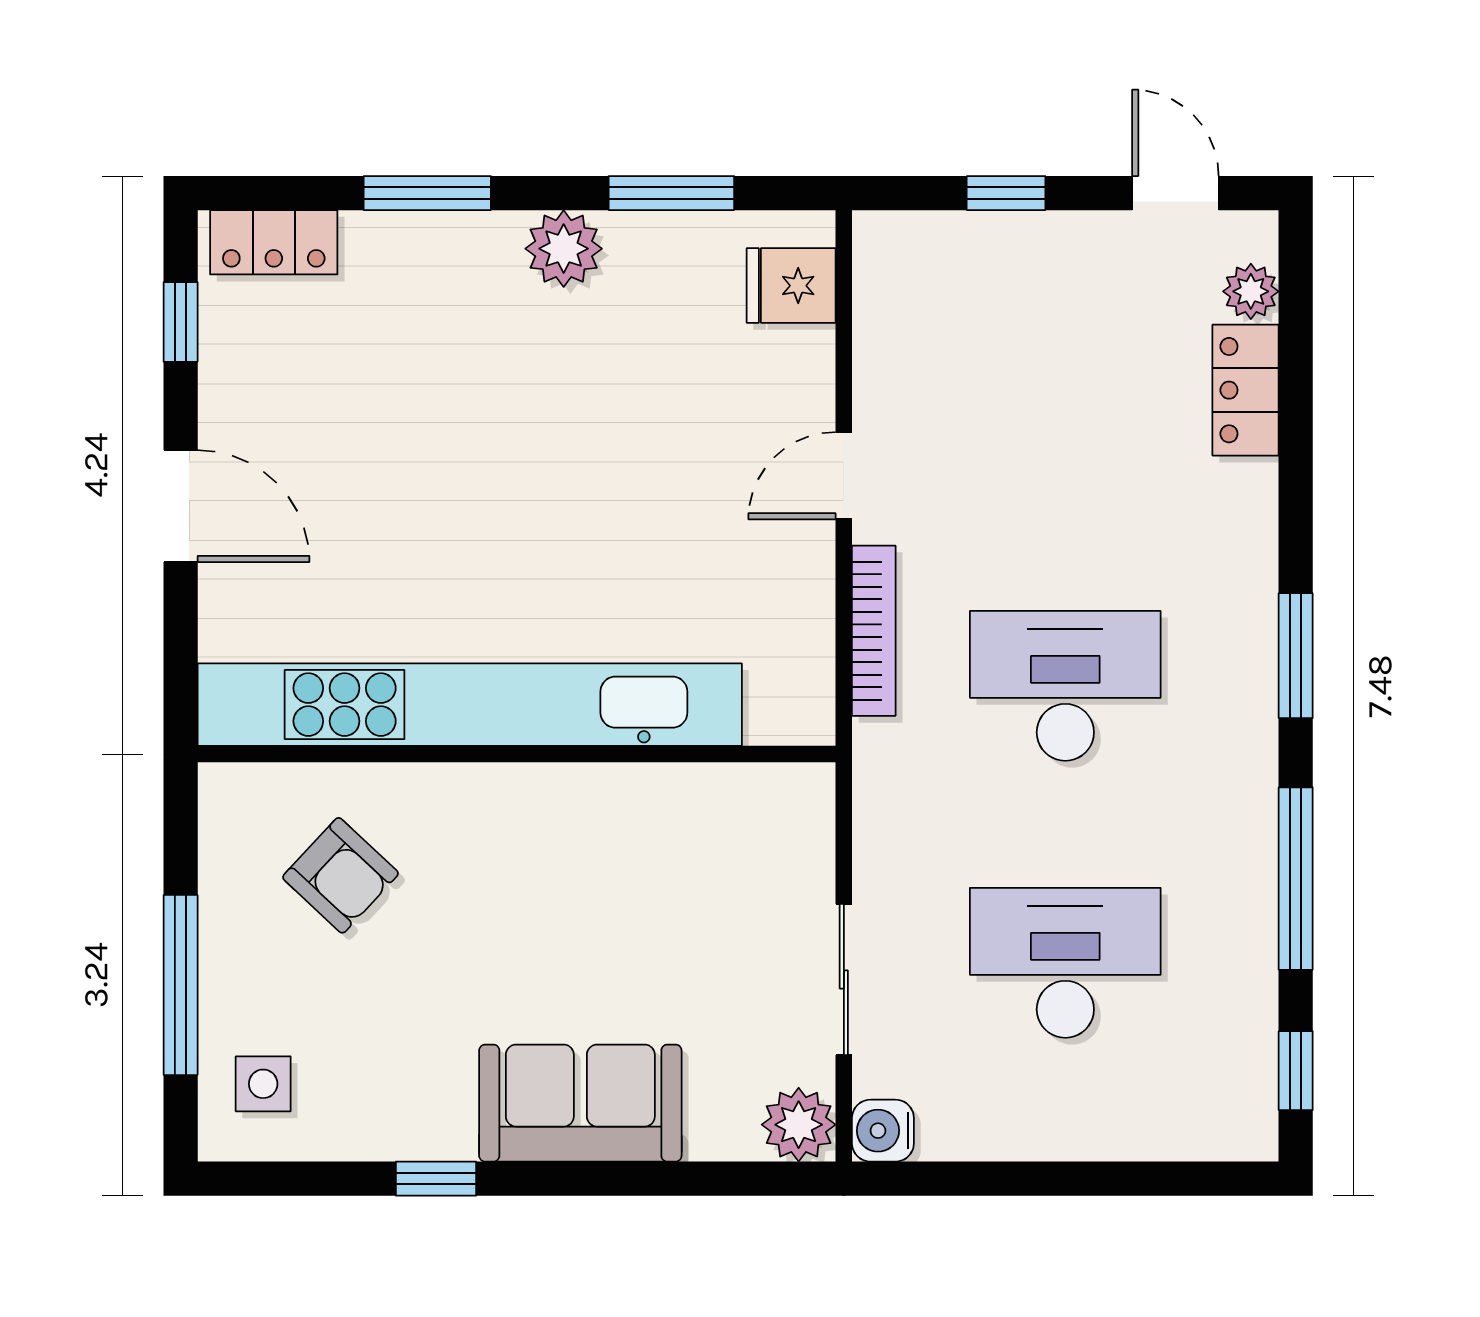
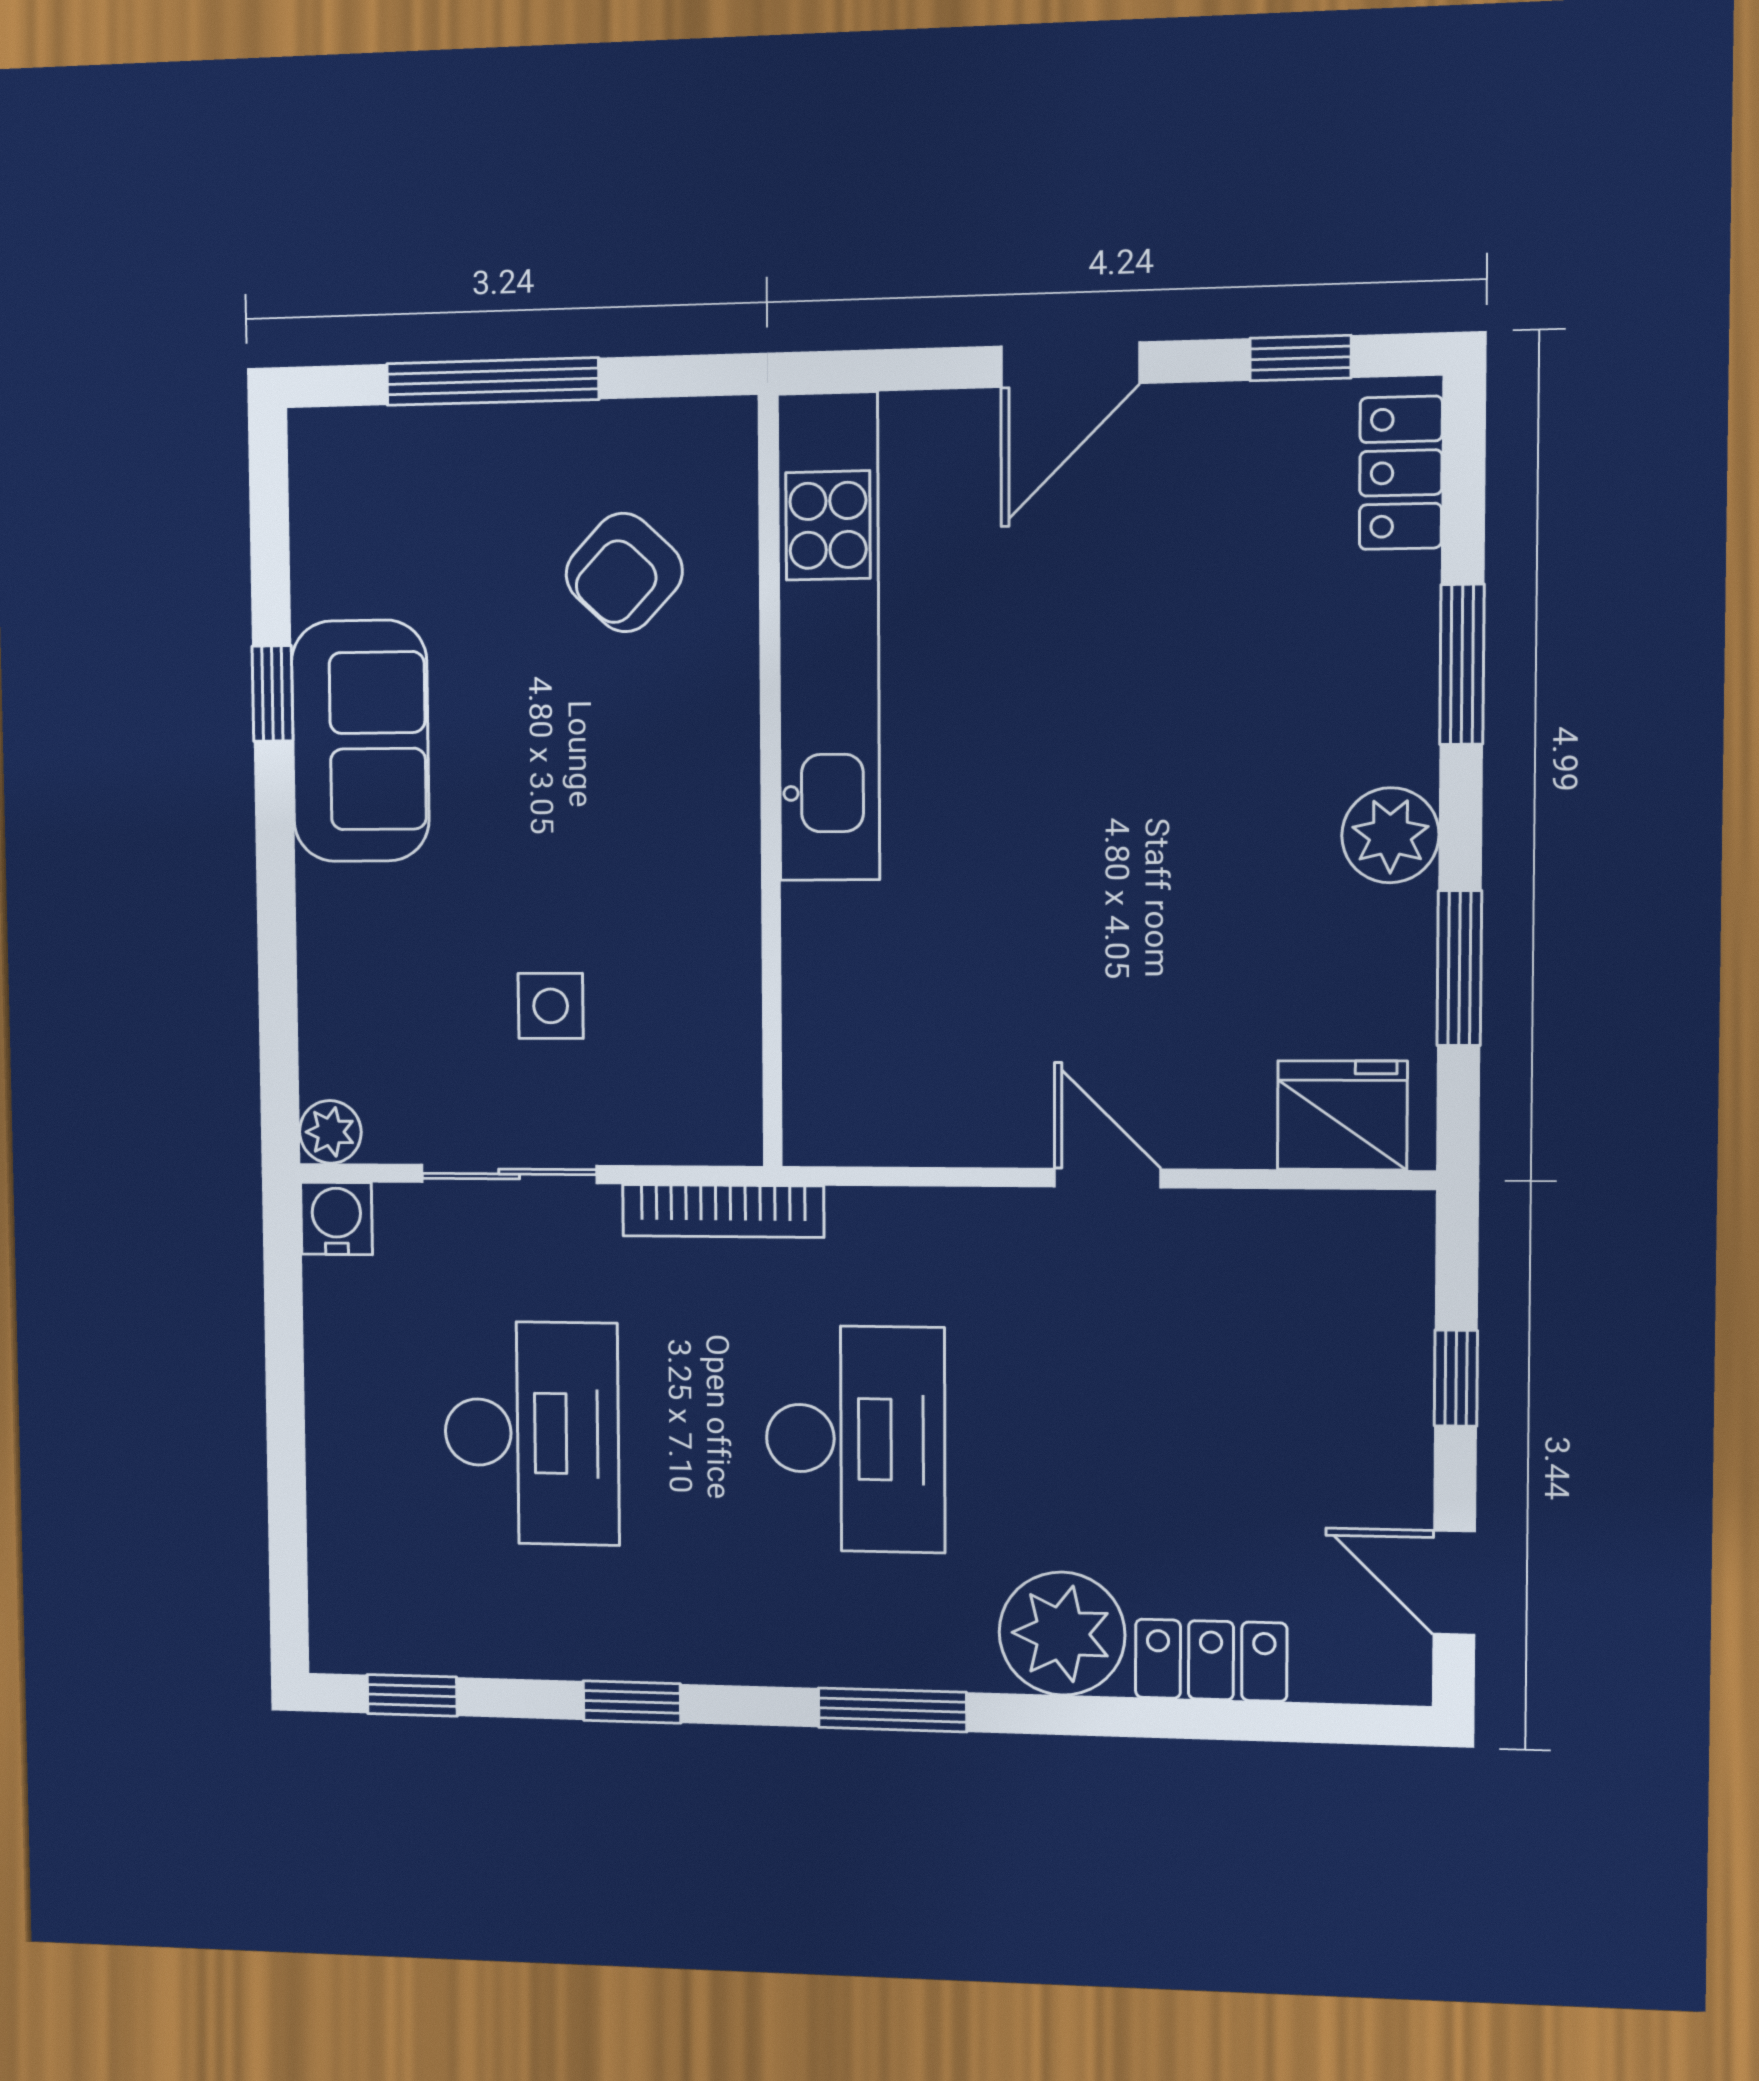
door: (1175, 193) -> (1454, 1583), swing flipped
fridge: (791, 286) -> (1342, 1115), width x1.38
plant: (1251, 291) -> (1062, 1634), moved, width x1.87, depth x1.87
bookcase: (874, 631) -> (723, 1211), moved
kitchen unit: (470, 705) -> (829, 638), width x0.73
window: (1296, 879) -> (632, 1702), width x0.46
side table: (263, 1084) -> (551, 1006), moved
sofa: (580, 1103) -> (360, 741), moved
plant: (799, 1125) -> (330, 1132), width x0.73, depth x0.73

